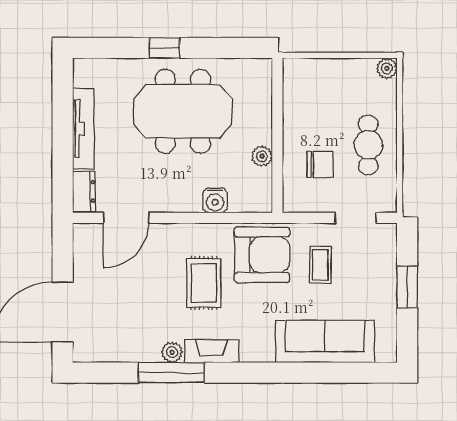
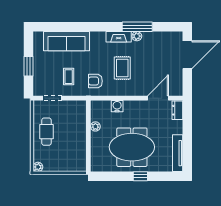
tv unit: (83, 129) -> (178, 153), moved
chair: (320, 165) -> (69, 123), removed
armchair: (262, 255) -> (95, 81), width x0.53, depth x0.53

